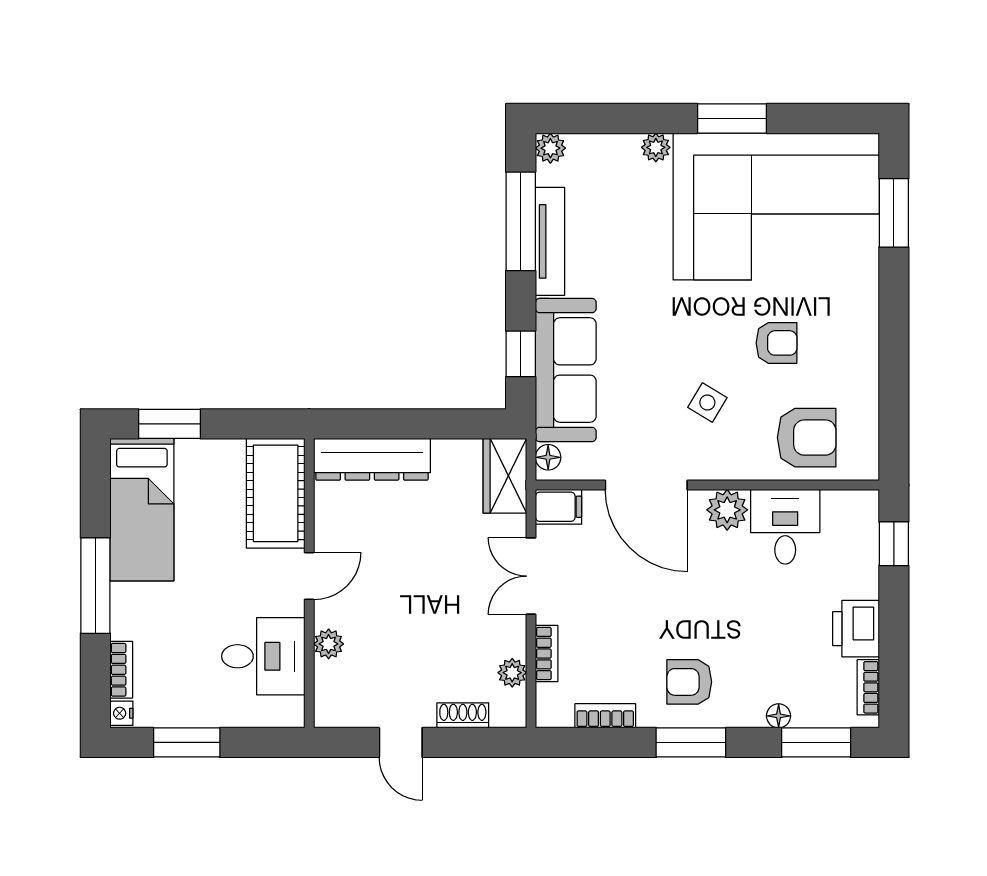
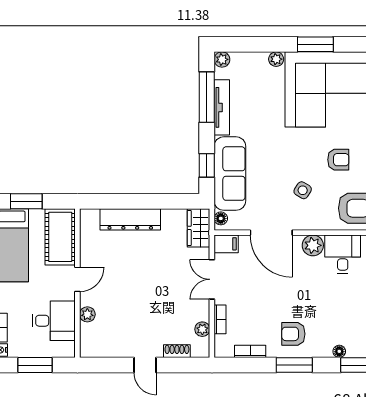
cot: (276, 493) -> (60, 237), moved
door: (309, 576) -> (77, 279), moved
wall: (309, 583) -> (77, 283), moved
plant: (329, 644) -> (87, 314), moved
desk: (263, 656) -> (54, 321), moved

